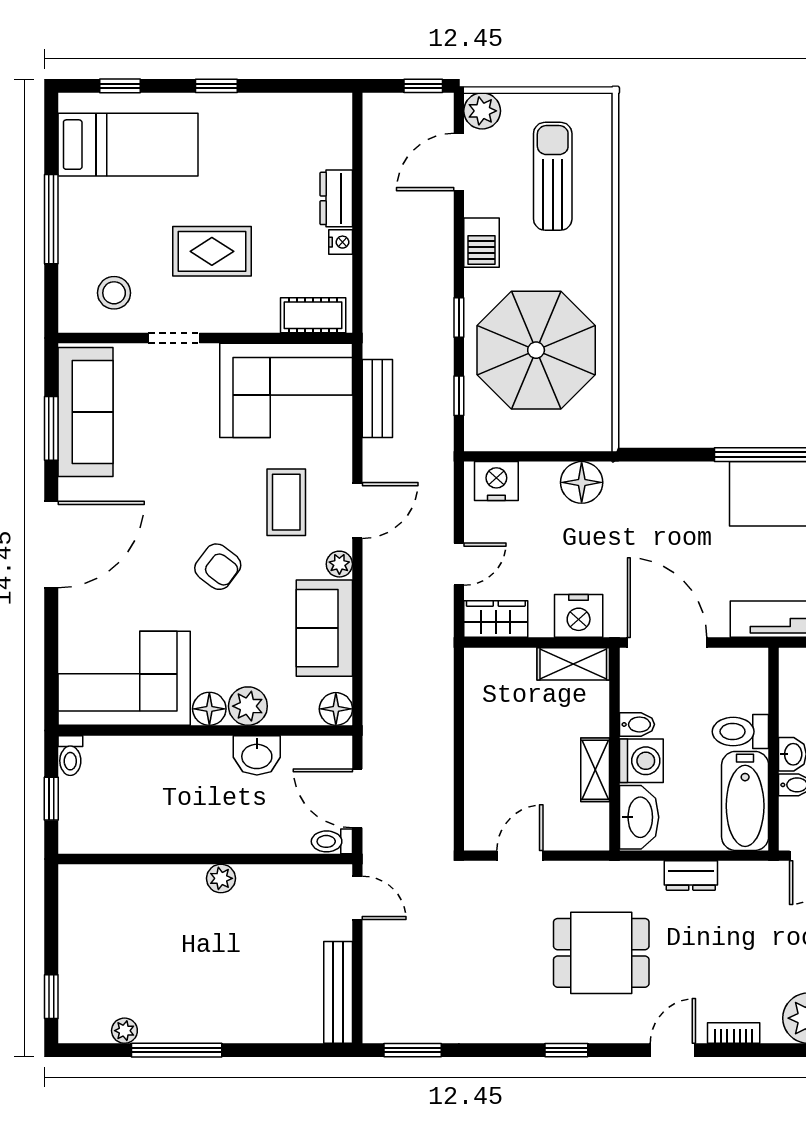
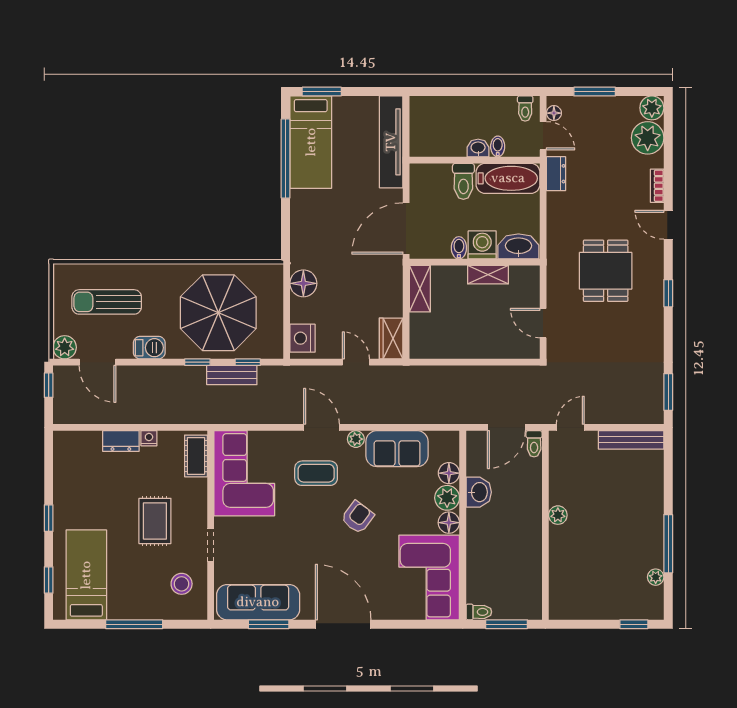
bench: (377, 399) -> (232, 375), moved
nightstand: (579, 616) -> (389, 285), removed
floor lamp: (336, 709) -> (449, 473), moved
window: (51, 799) -> (507, 624), width x1.50
dresser: (691, 876) -> (556, 174), moved

